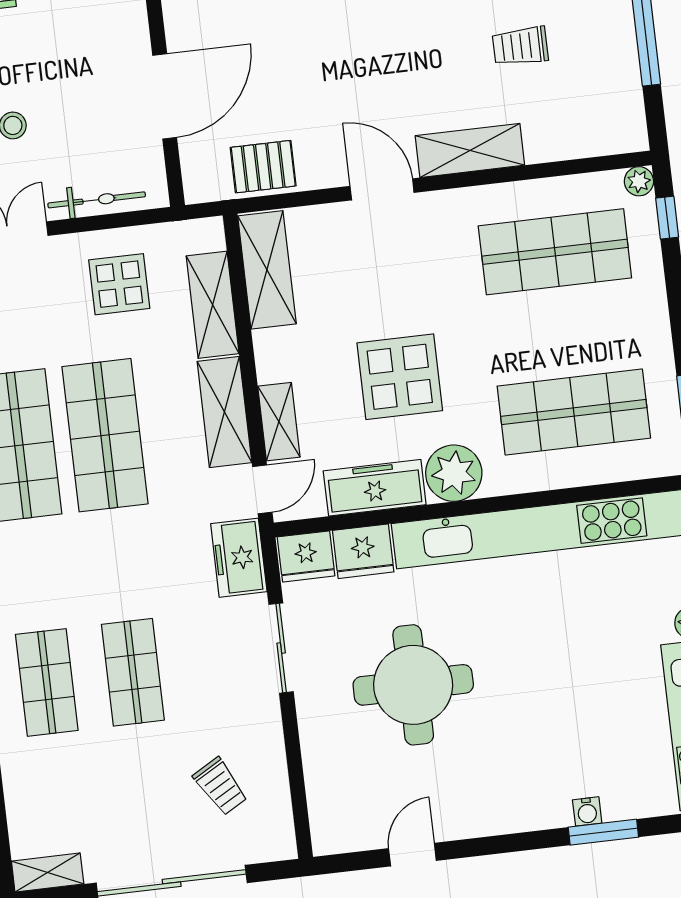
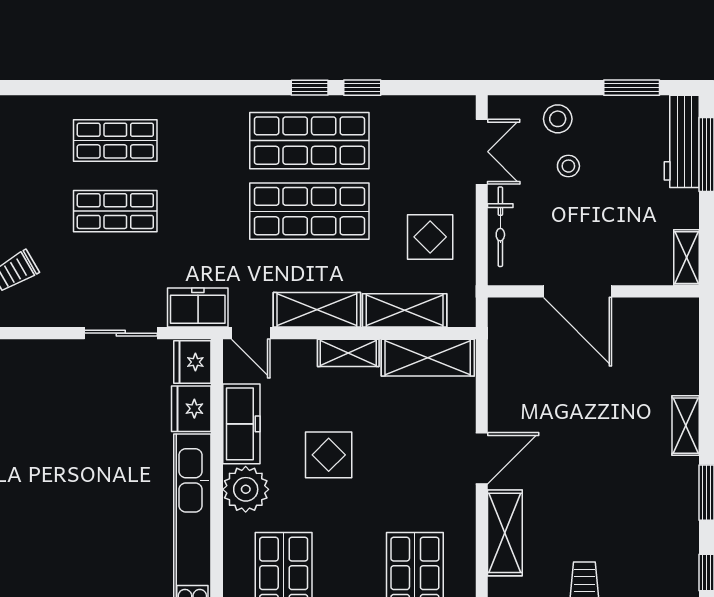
pallet: (263, 167) -> (511, 364), removed
display table: (400, 377) -> (329, 455), width x0.73, depth x0.73
shelving: (279, 422) -> (348, 353), moved
round table: (413, 685) -> (78, 436), removed

